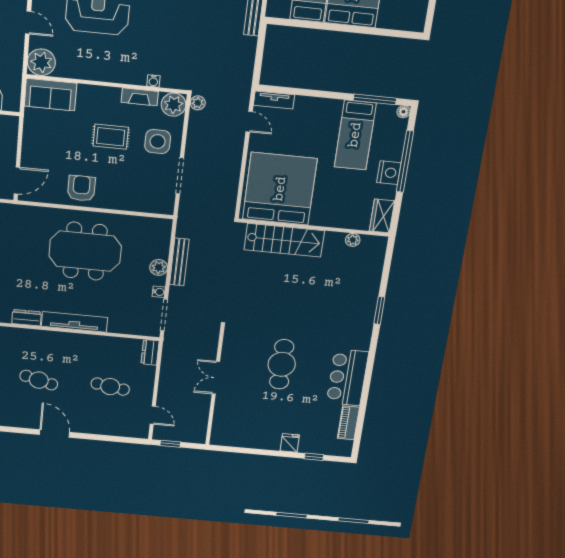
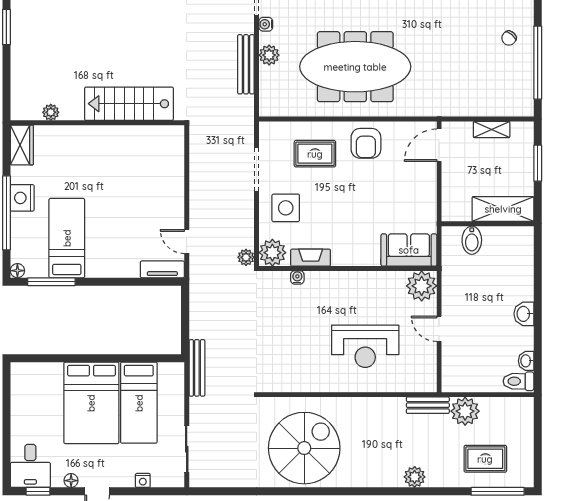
rug: (111, 137) -> (315, 154), moved
bed: (280, 189) -> (142, 166), removed
meeting table: (85, 251) -> (355, 67), width x1.36

